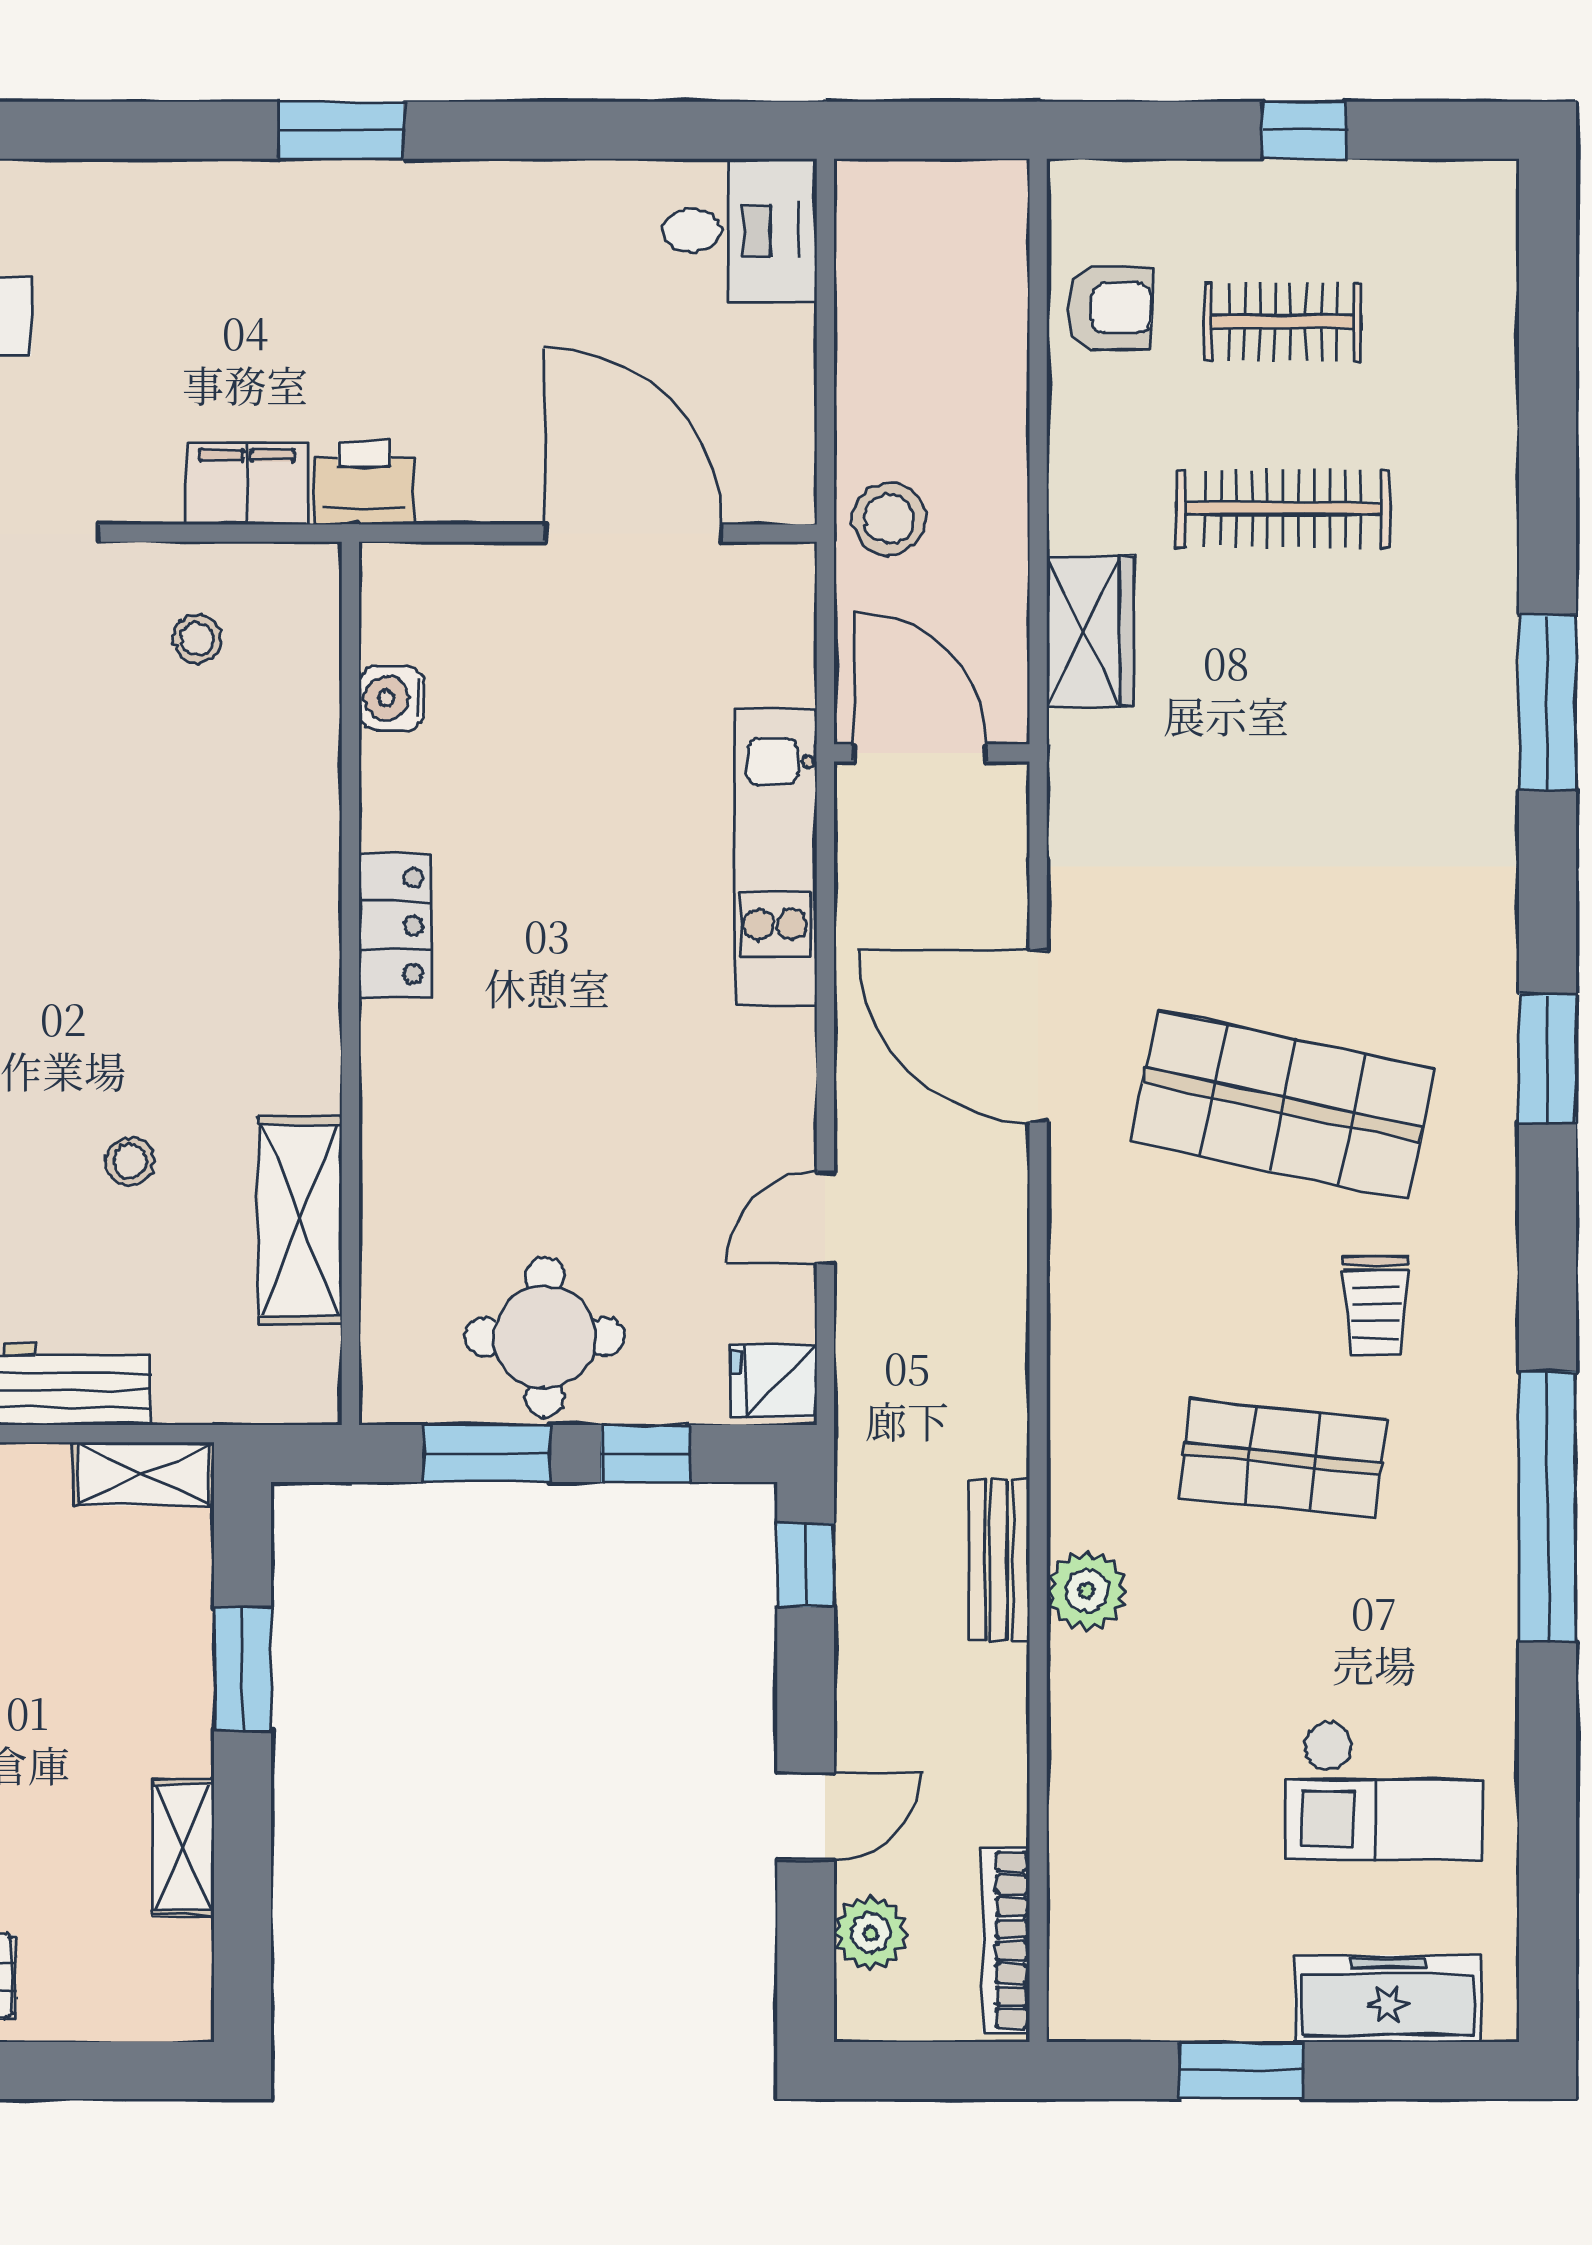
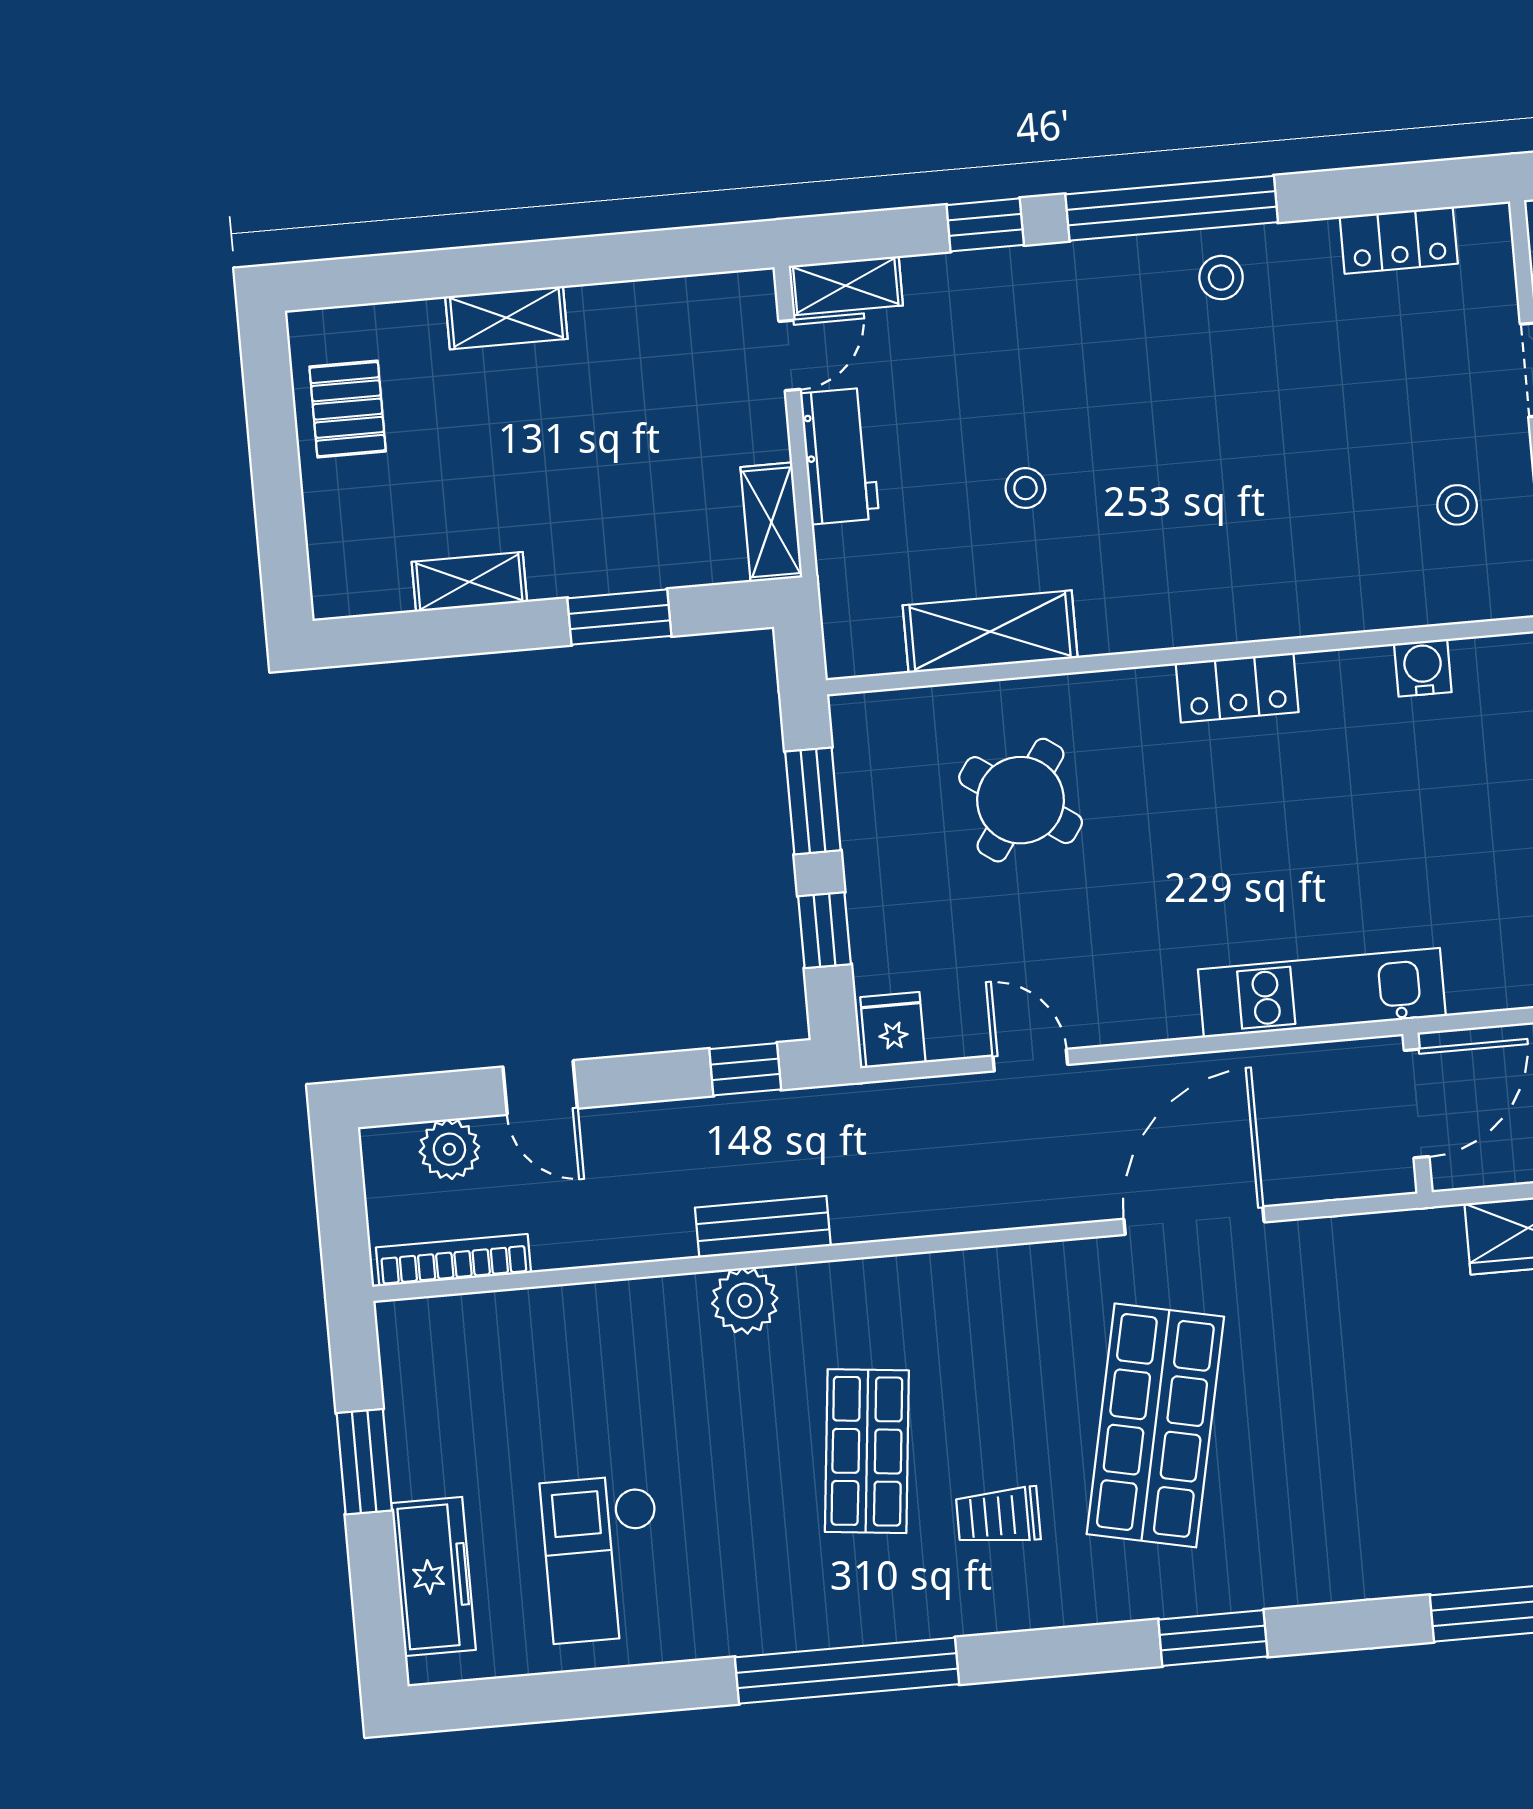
round table: (545, 1337) -> (1021, 800), moved, turned 35

